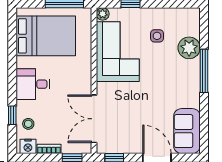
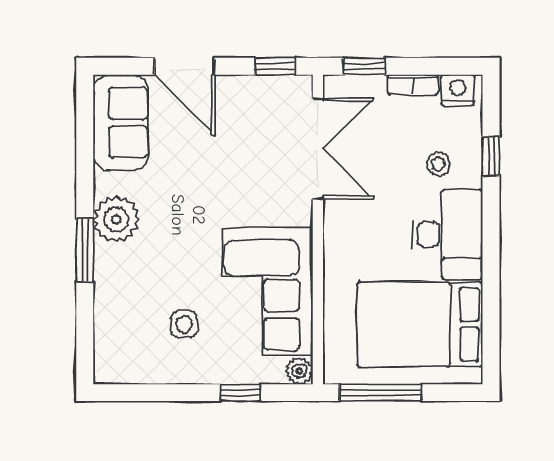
plant: (189, 48) -> (116, 219), moved
window: (204, 71) -> (85, 250), width x0.69
desk: (33, 84) -> (447, 234), width x1.37
stool: (28, 124) -> (438, 164), moved

